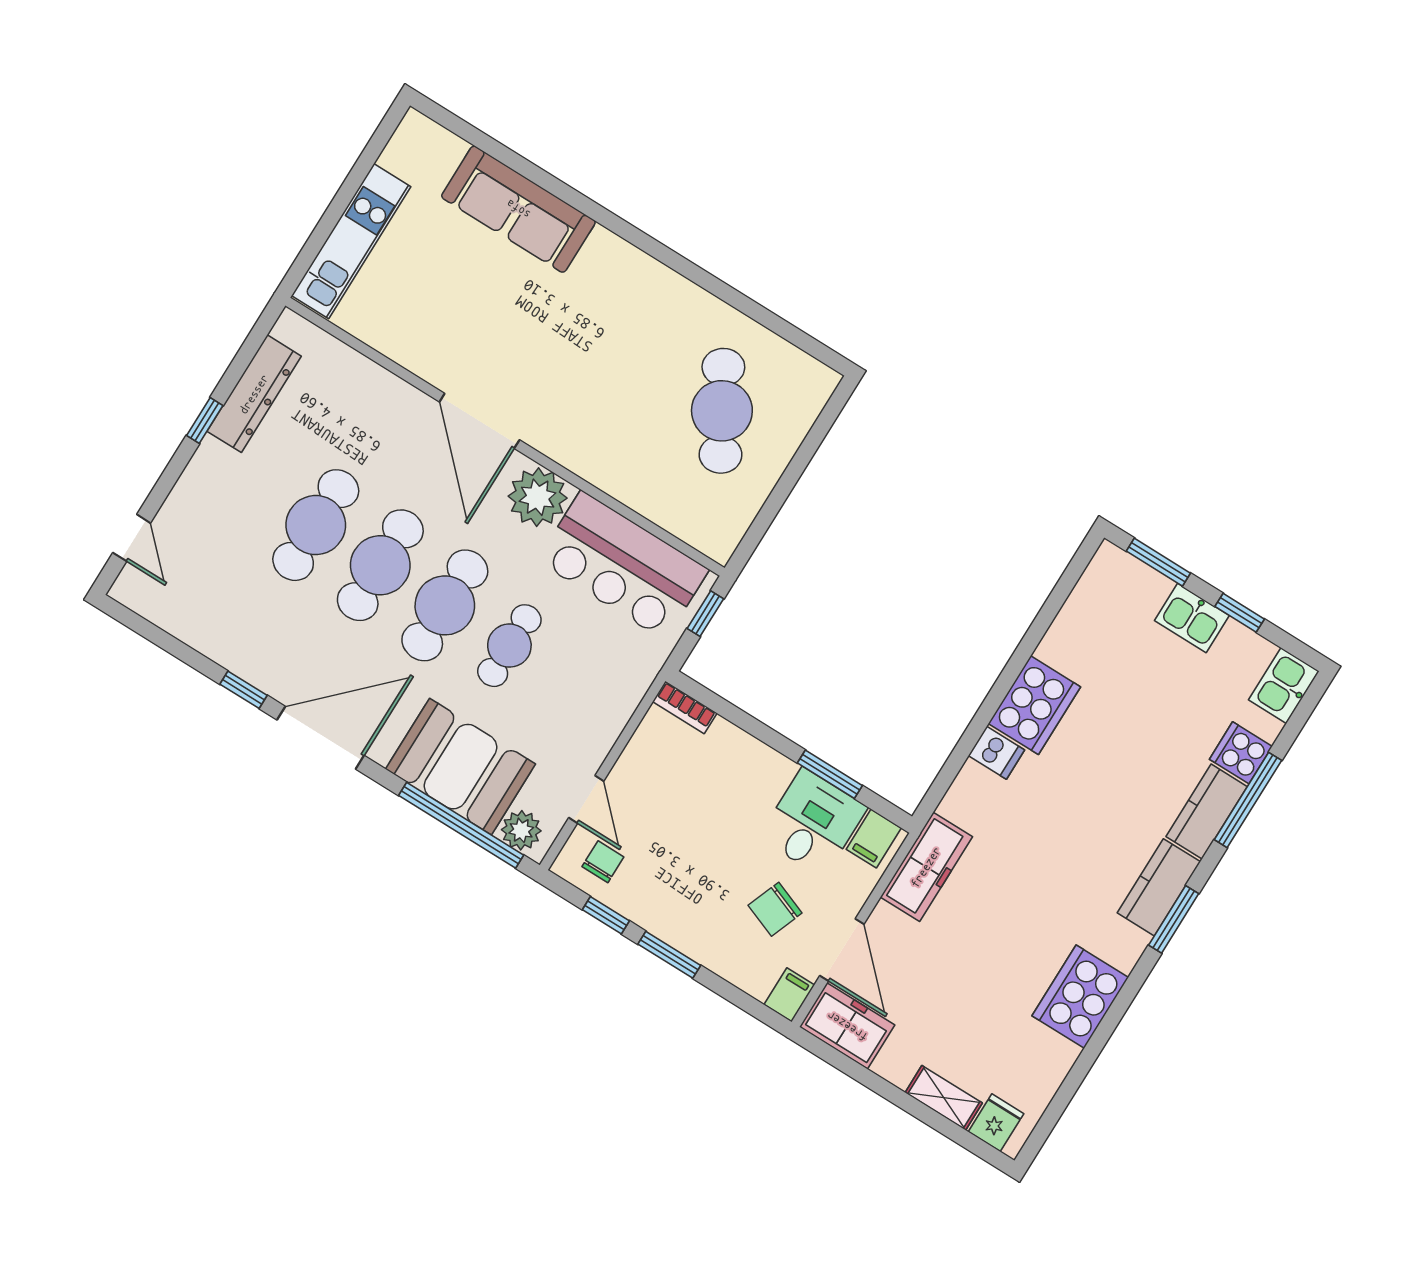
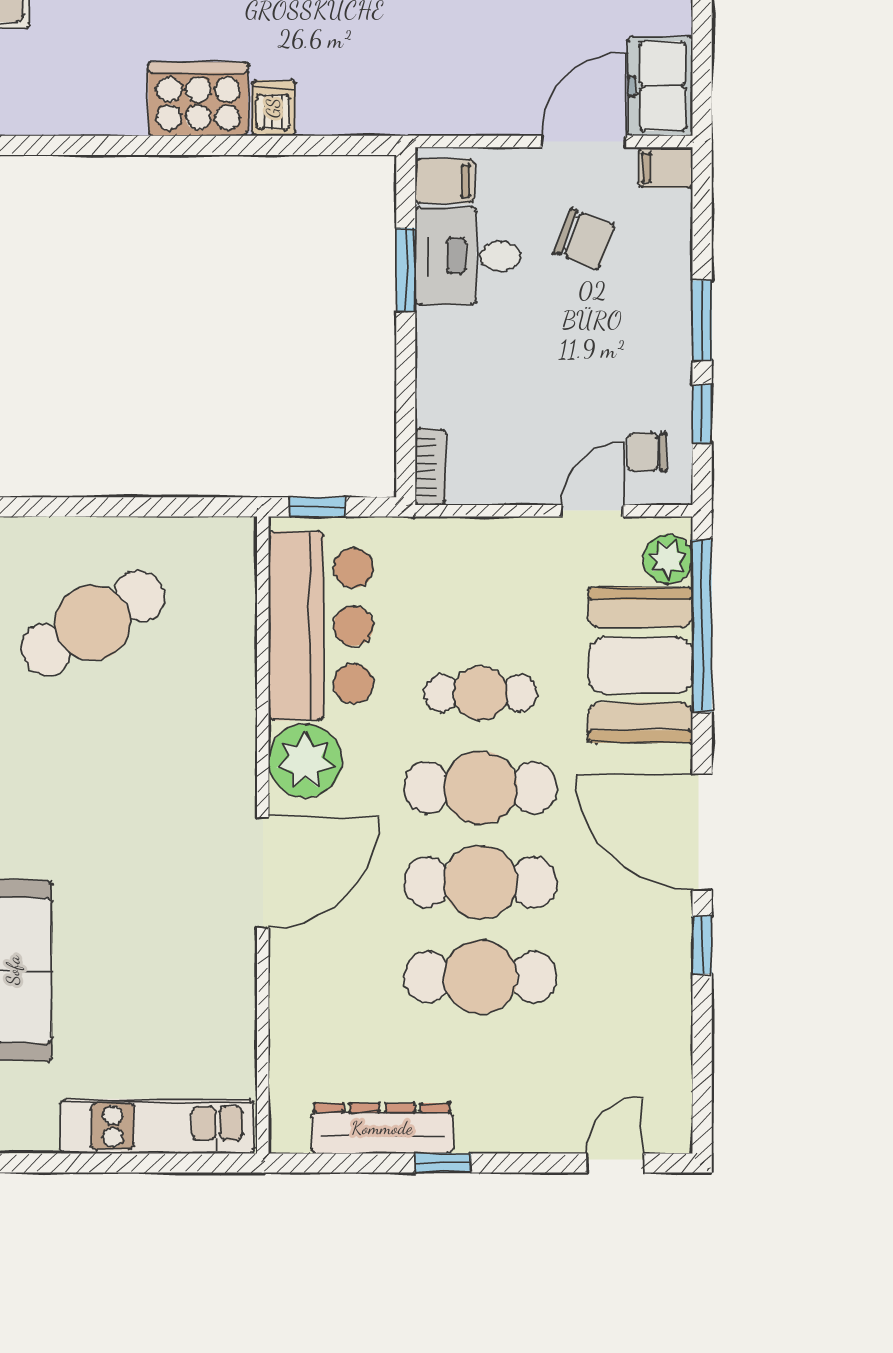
freezer: (926, 867) -> (440, 107), removed

